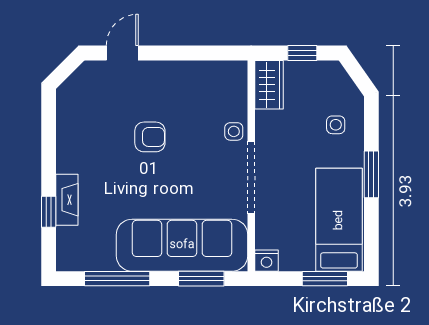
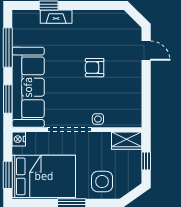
side table: (336, 125) -> (102, 182), width x1.87, depth x1.87
armchair: (150, 137) -> (95, 68), turned 90
bed: (339, 220) -> (44, 176), width x1.50

